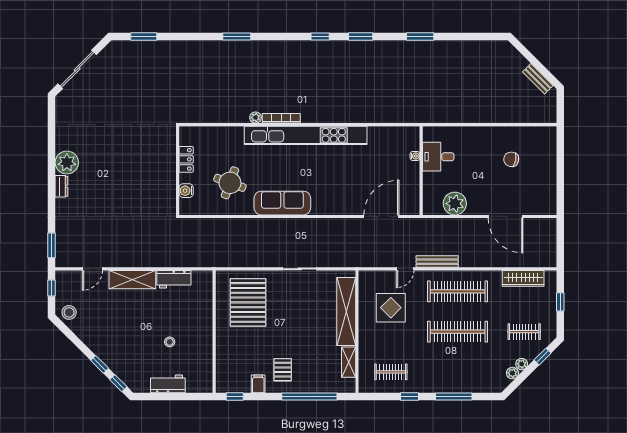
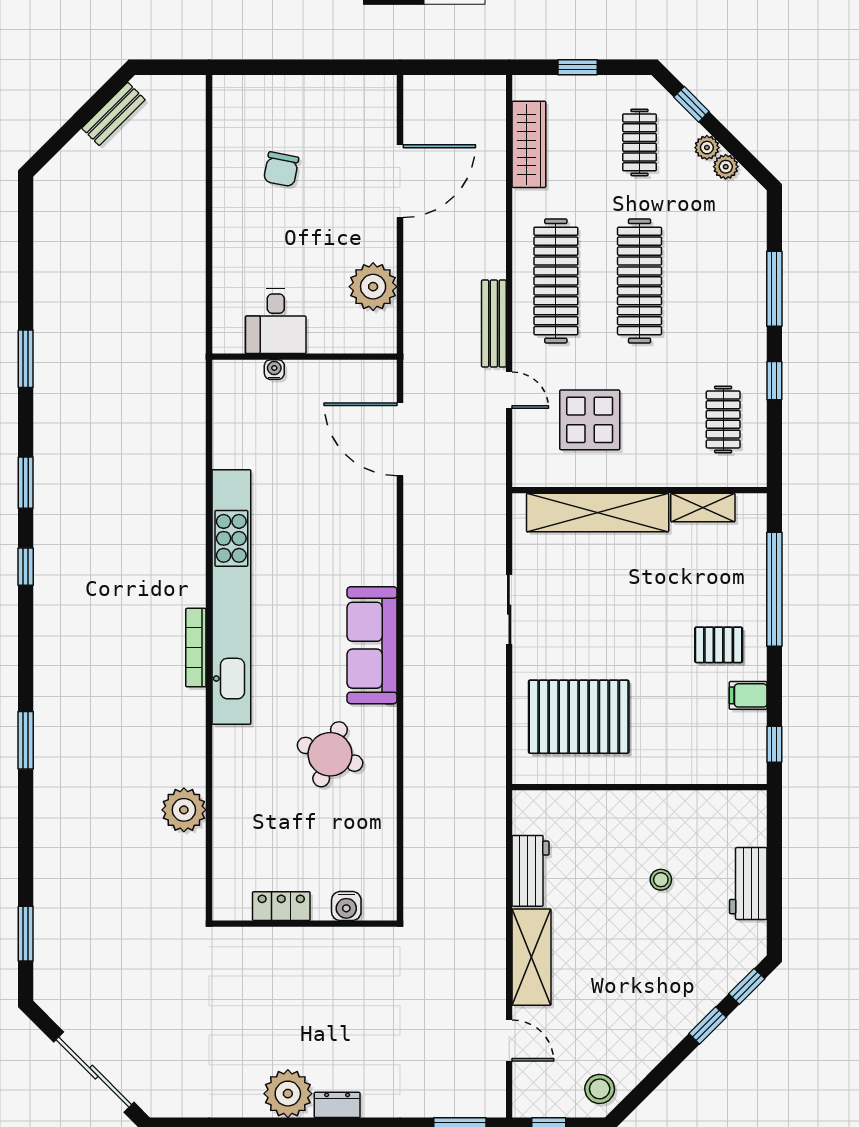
plant: (256, 118) -> (184, 810), moved, width x1.88, depth x1.88
locker: (186, 159) -> (281, 906), moved
wall: (178, 171) -> (304, 924), moved
water cooler: (186, 191) -> (346, 906), moved

